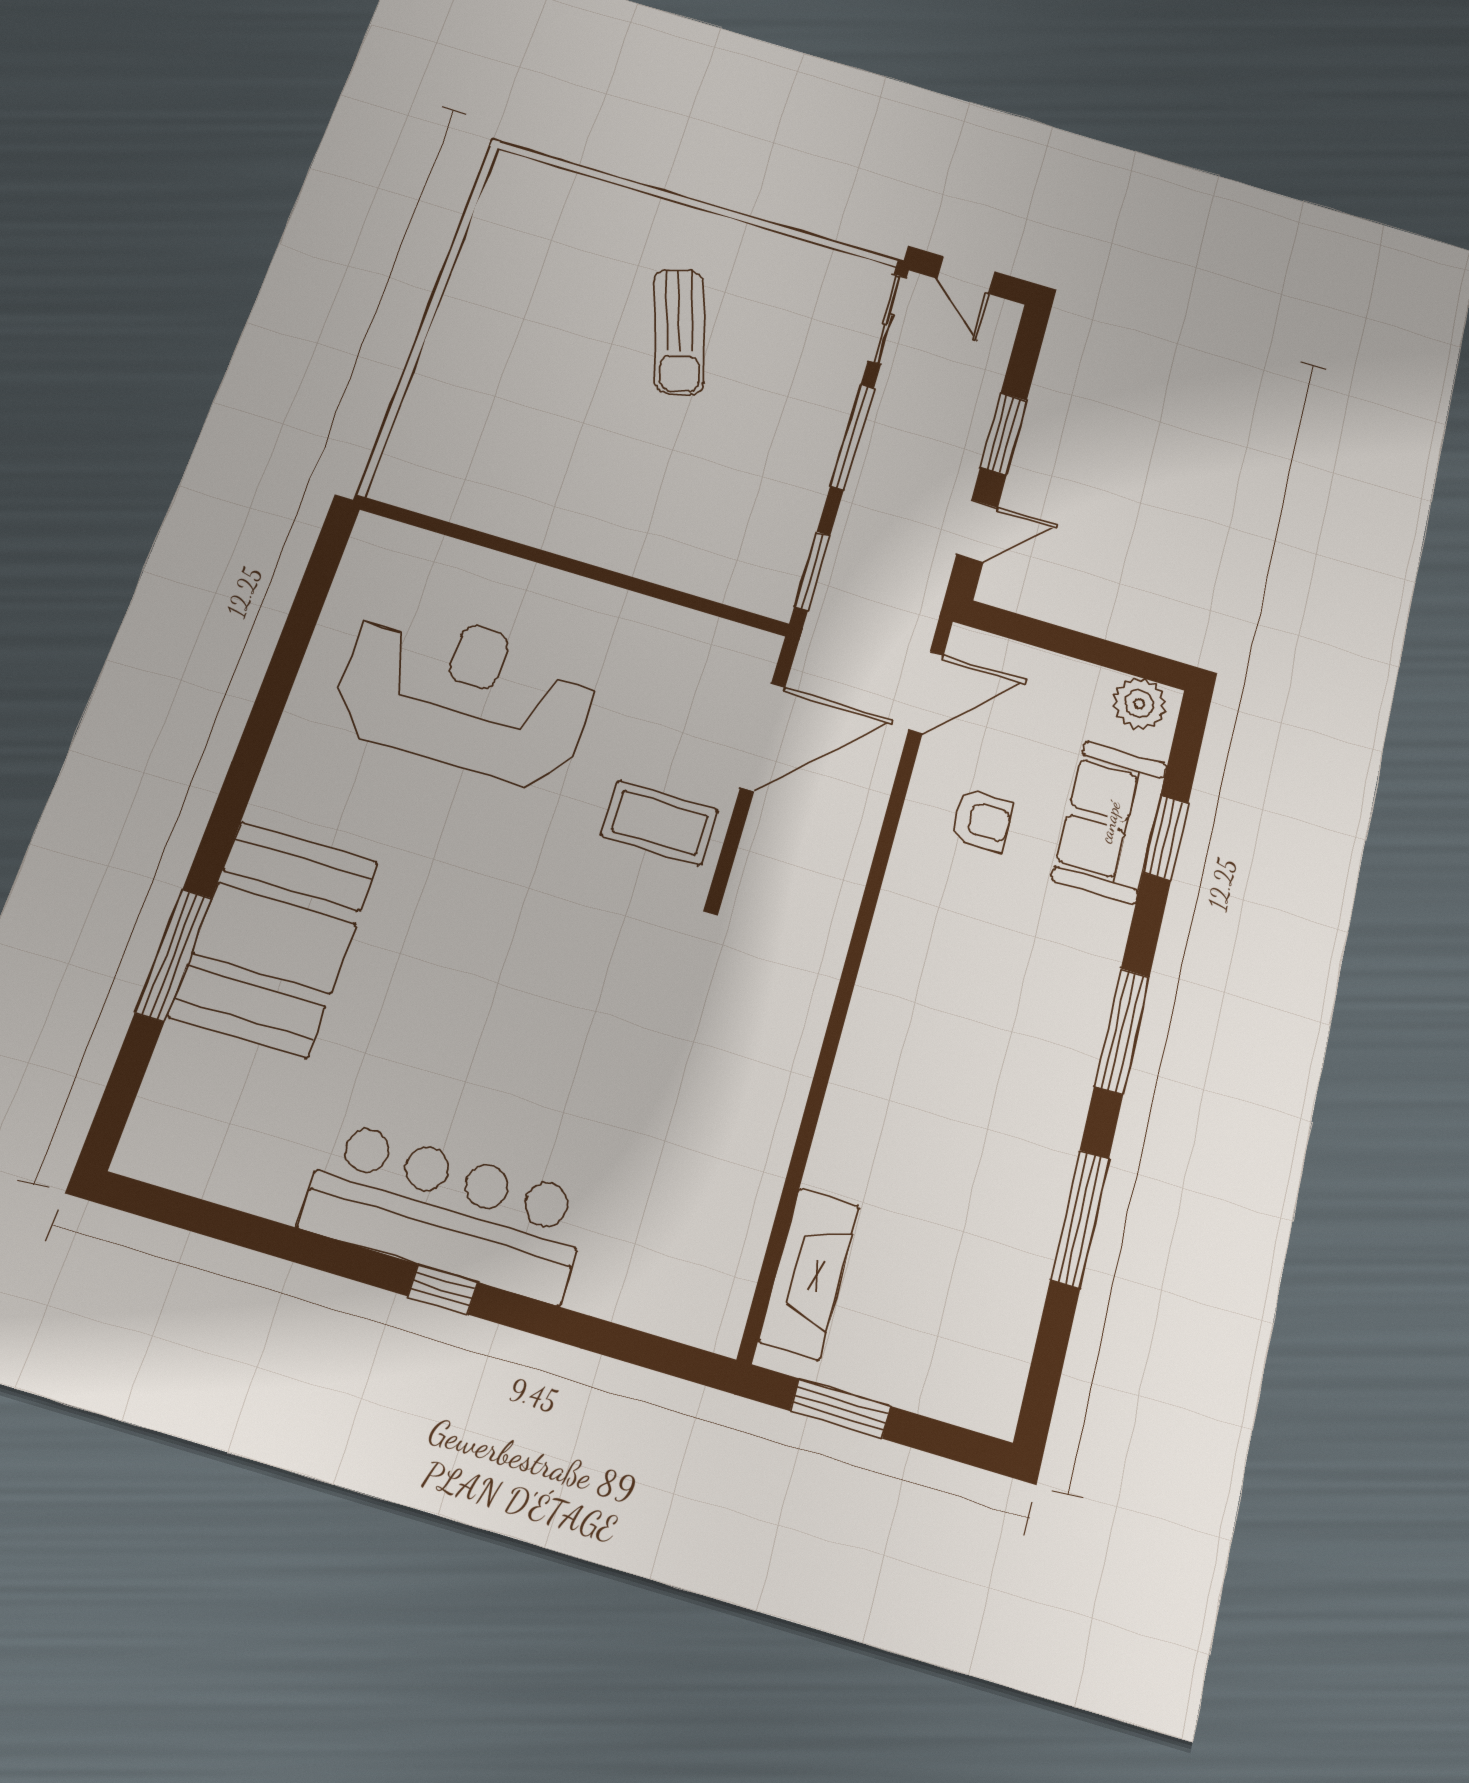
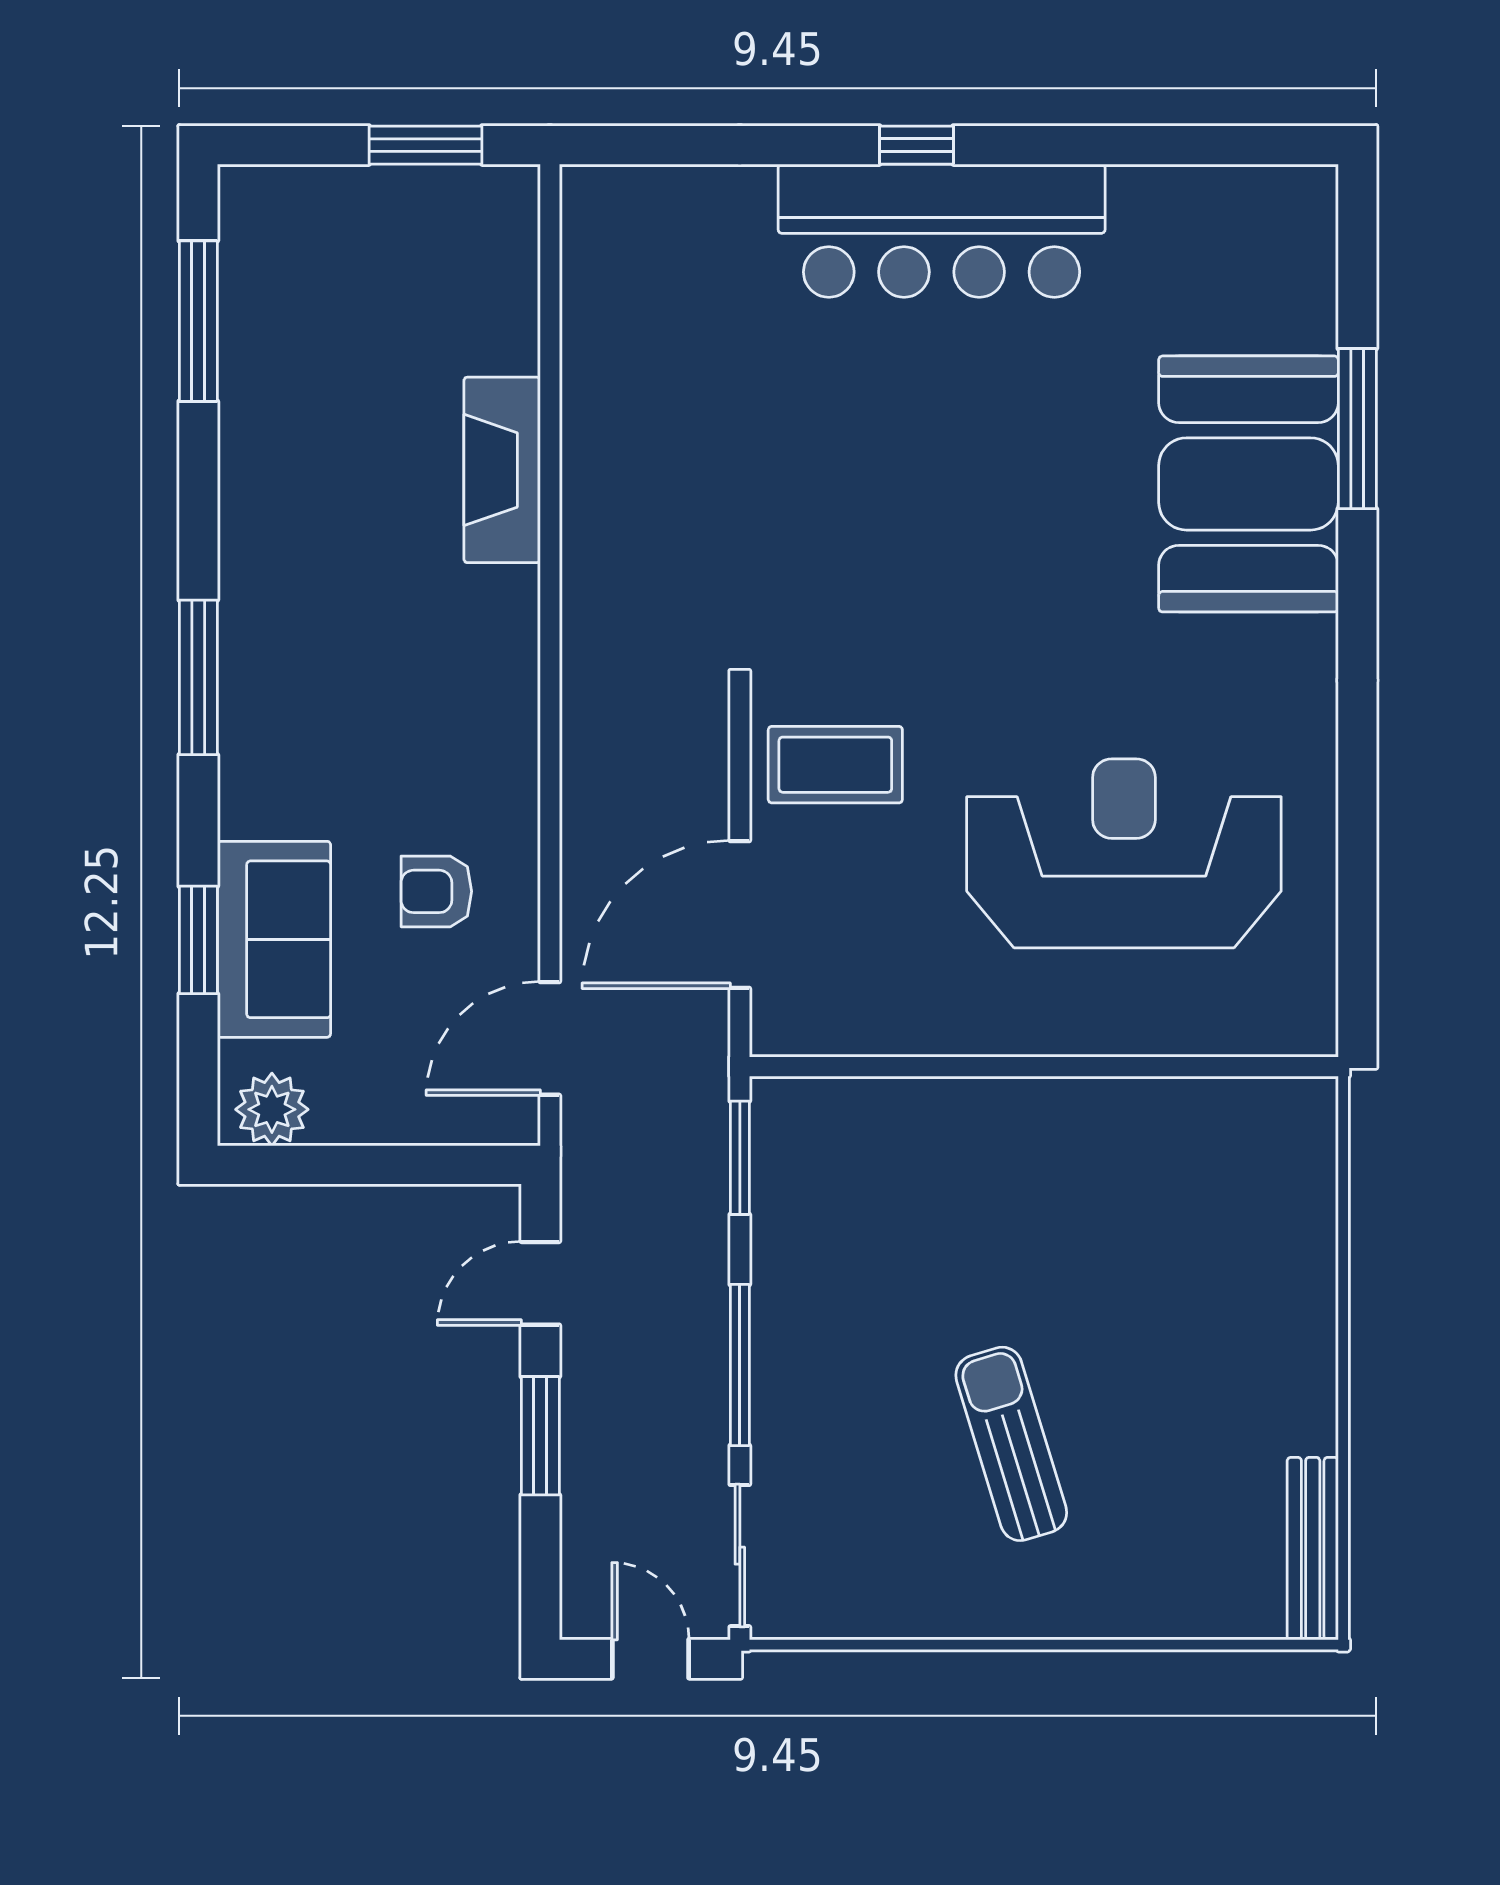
bench: (494, 207) -> (1313, 1549), added
reception desk: (465, 695) -> (1124, 853), turned 180
window: (1080, 1219) -> (198, 321), moved
fireplace: (809, 1274) -> (502, 470), moved

